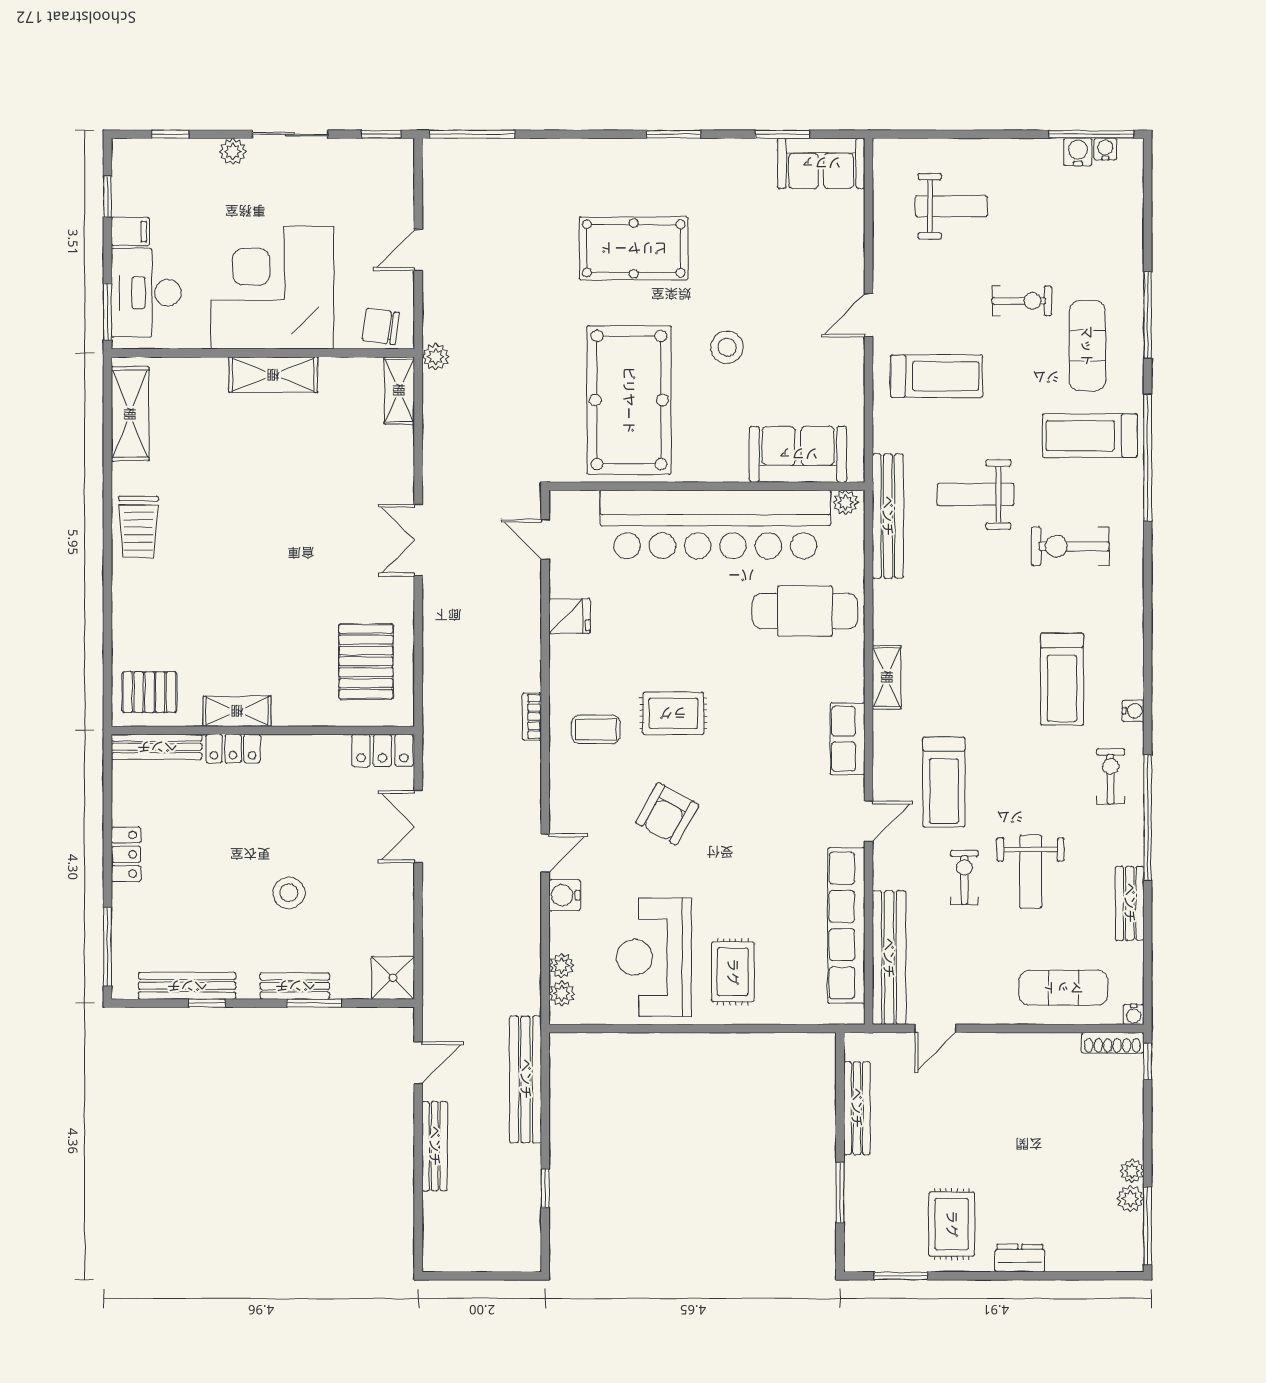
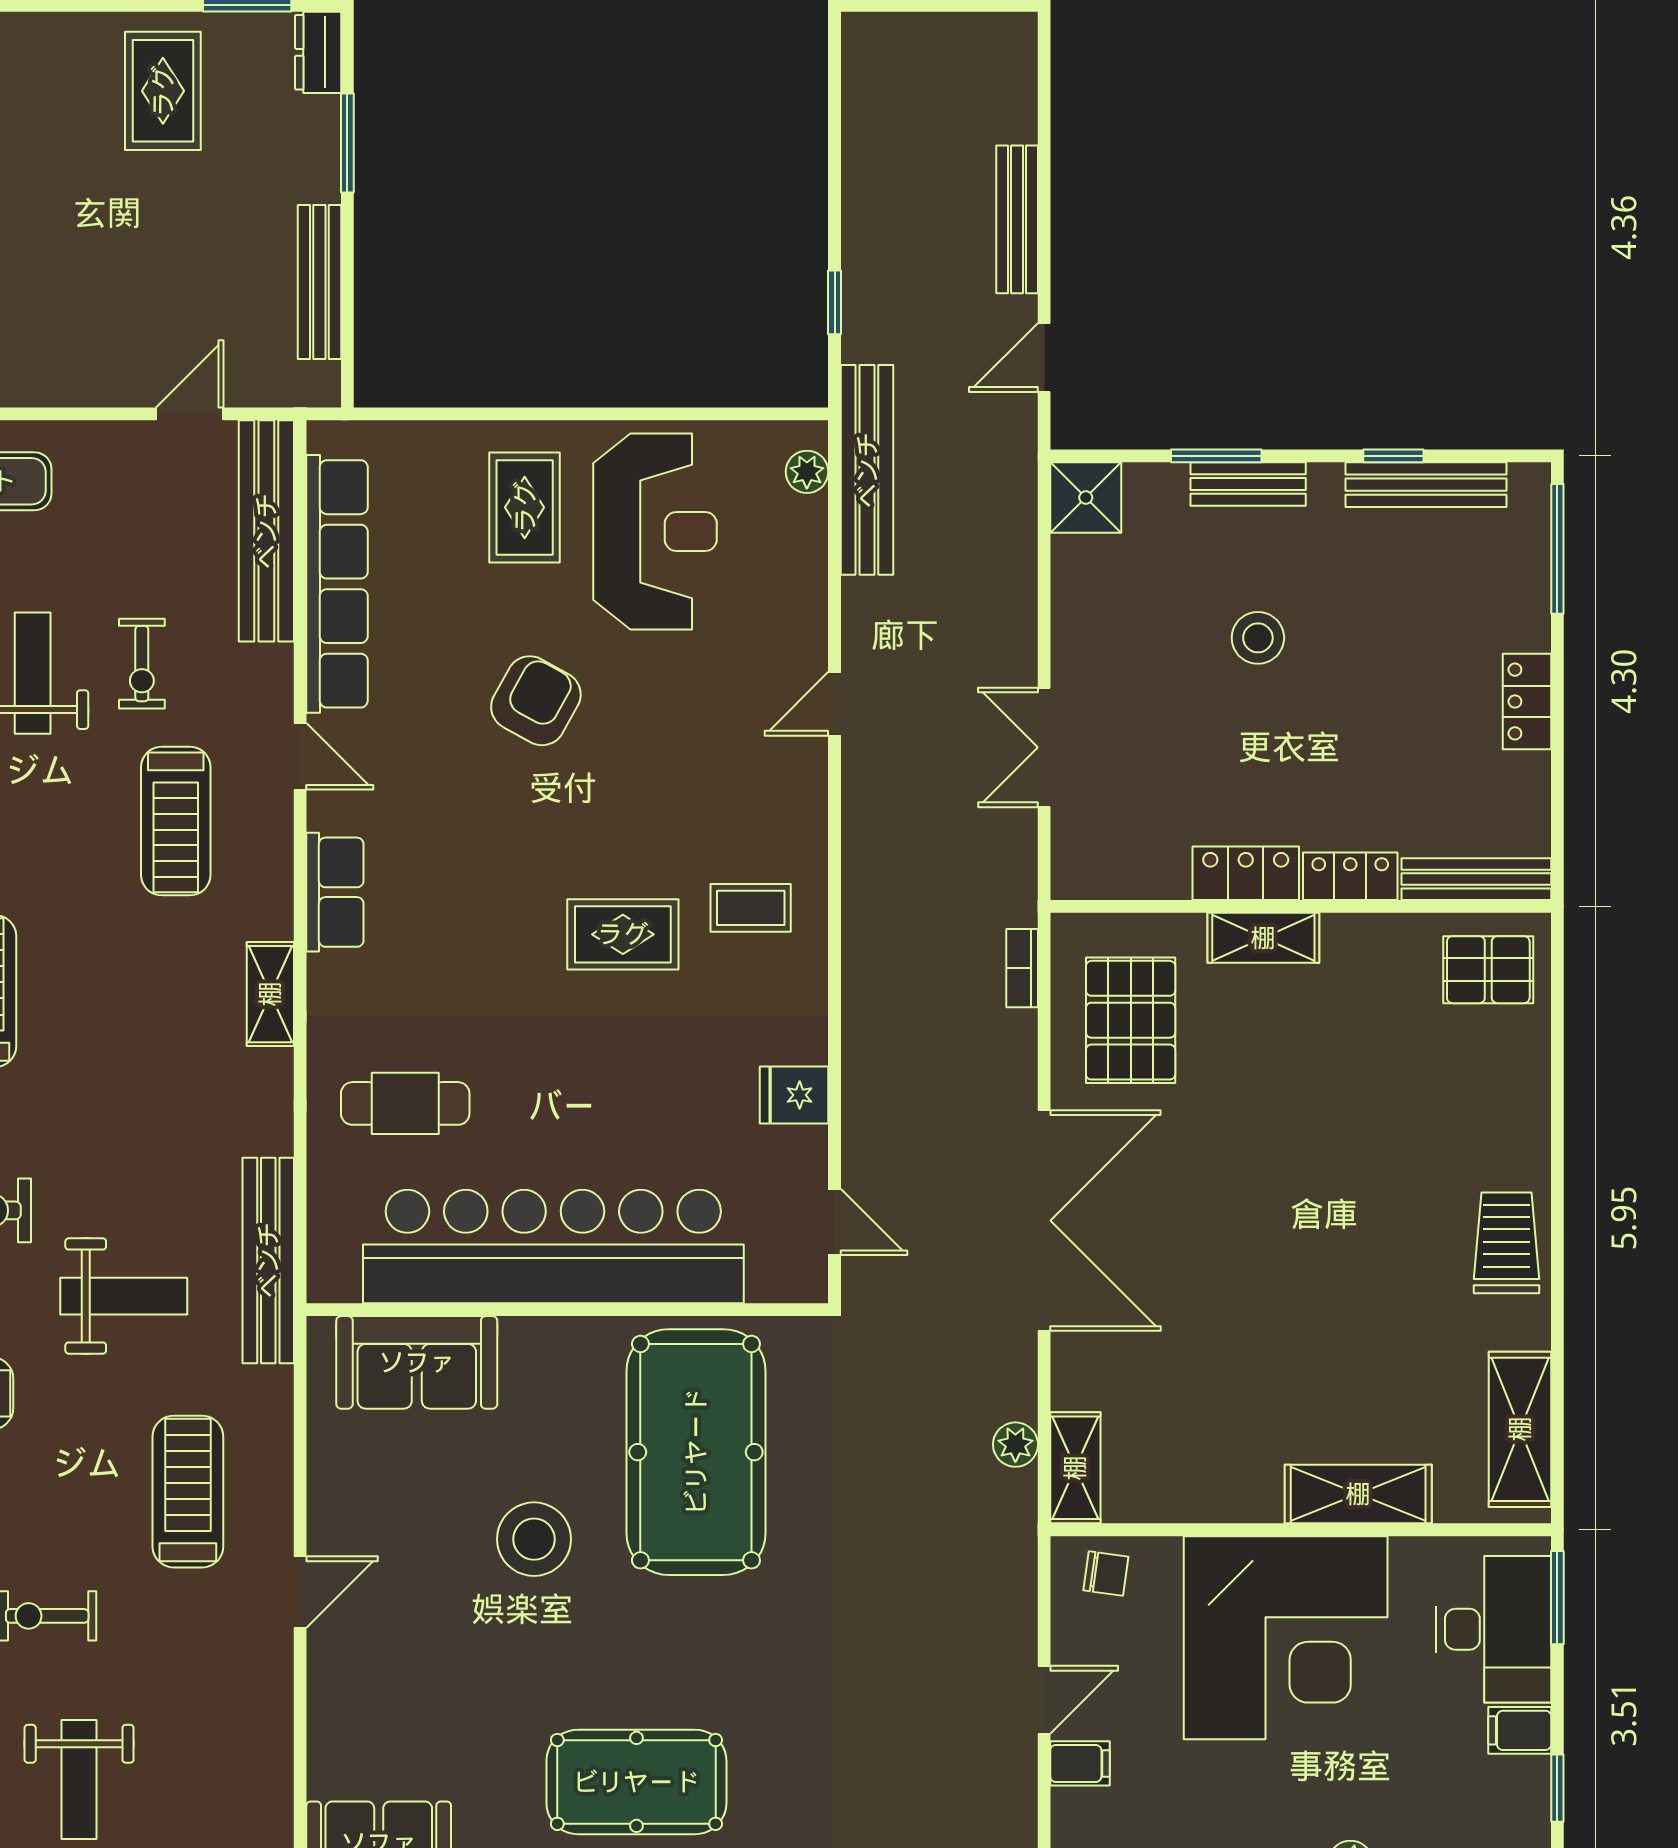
weight bench: (951, 206) -> (79, 1780), moved, turned -90
filing cabinet: (397, 212) -> (1080, 1763), added
pool table: (634, 248) -> (636, 1782), moved
chair: (381, 327) -> (1106, 1574), width x0.73, depth x0.73
stool: (727, 347) -> (534, 1539), width x1.38, depth x1.38
plant: (436, 357) -> (1015, 1445), moved
shelving: (273, 375) -> (1358, 1494), moved
treadmill: (937, 376) -> (188, 1492), turned 90
plant: (846, 502) -> (338, 1283), removed
double door: (418, 540) -> (1044, 1221), width x1.87
cafe table: (805, 611) -> (405, 1103), width x0.73, depth x0.74
shelving: (237, 711) -> (1263, 938), moved
bookcase: (532, 717) -> (1022, 968), moved, turned 180
locker: (382, 750) -> (1246, 873), moved
treadmill: (944, 782) -> (176, 821), turned 180
armchair: (667, 814) -> (536, 701), moved
door: (869, 821) -> (300, 756), swing flipped
double door: (418, 827) -> (1044, 747), swing flipped
water cooler: (565, 895) -> (802, 634), removed
plant: (561, 965) -> (808, 518), removed
bench: (526, 1079) -> (867, 470), moved
window: (545, 1188) -> (835, 302), moved
dresser: (1020, 1258) -> (318, 52), moved, turned 90

